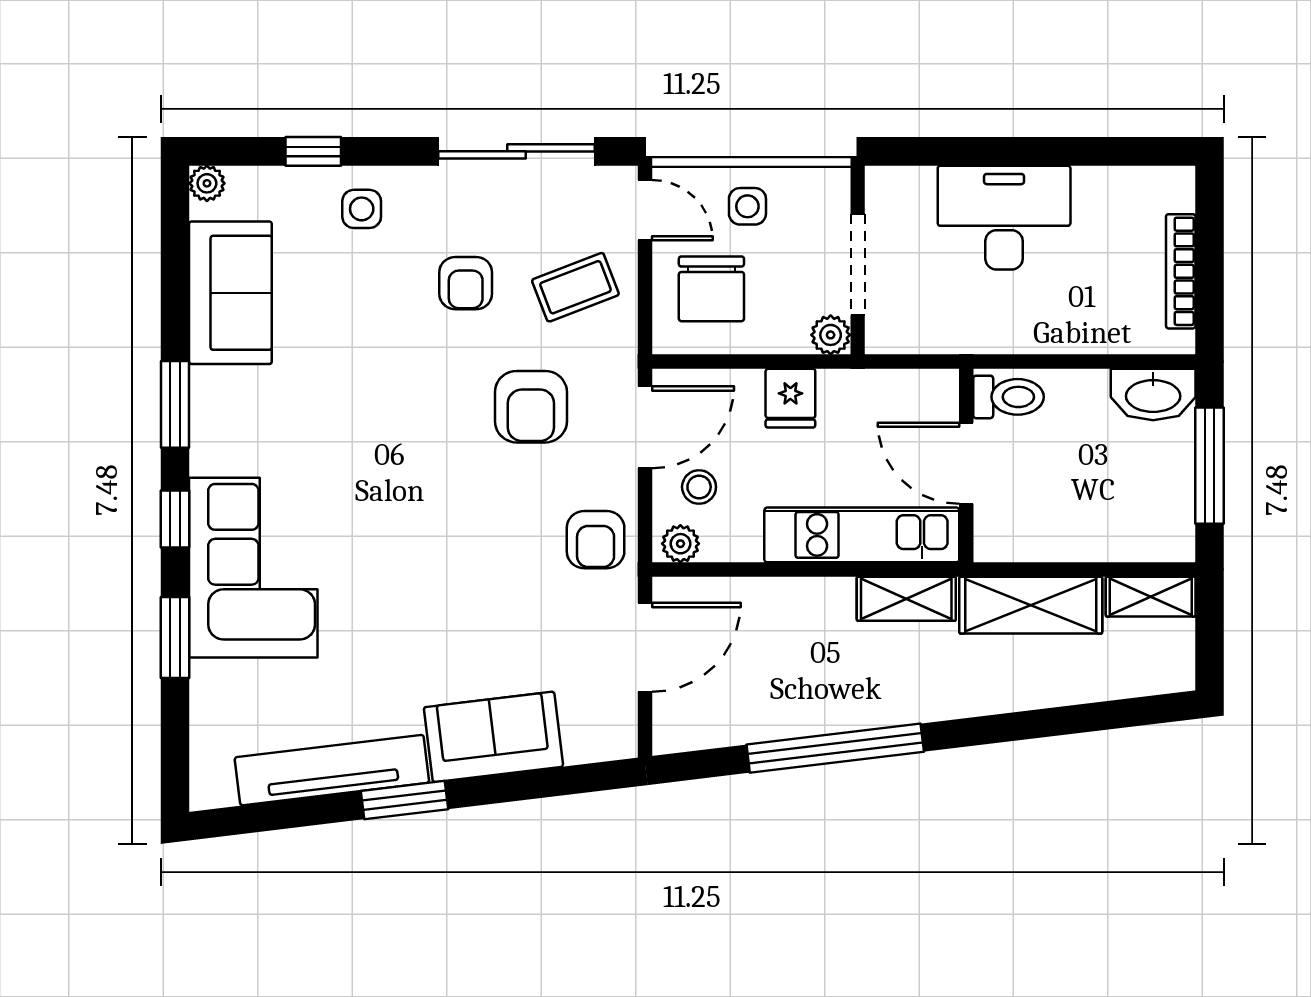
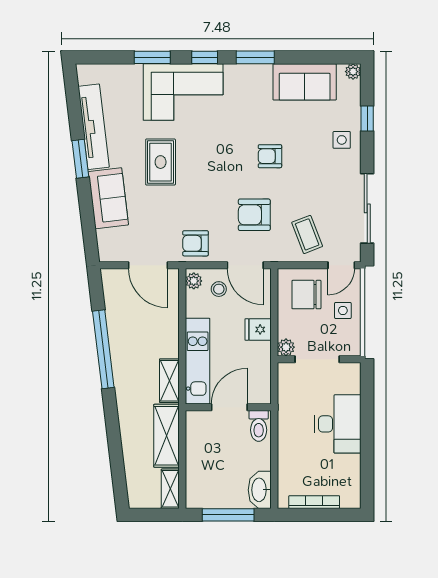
armchair: (466, 283) -> (270, 156), moved
rug: (412, 619) -> (161, 162), added

